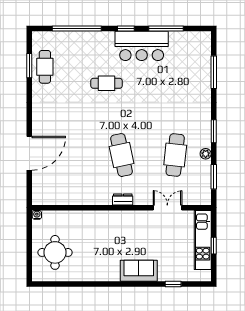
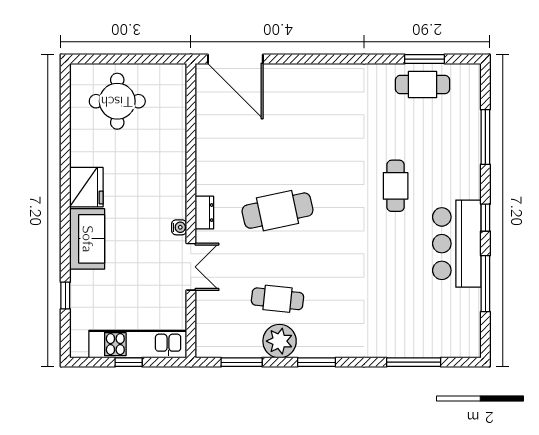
window: (77, 29) -> (485, 137), width x0.68
door: (29, 153) -> (235, 59), moved
plant: (206, 154) -> (280, 341), width x1.88, depth x1.88
cafe table: (175, 155) -> (278, 299), width x0.73, depth x0.74
double door: (167, 208) -> (191, 267), moved
water cooler: (37, 215) -> (179, 227), moved
fridge: (107, 271) -> (86, 187), added

